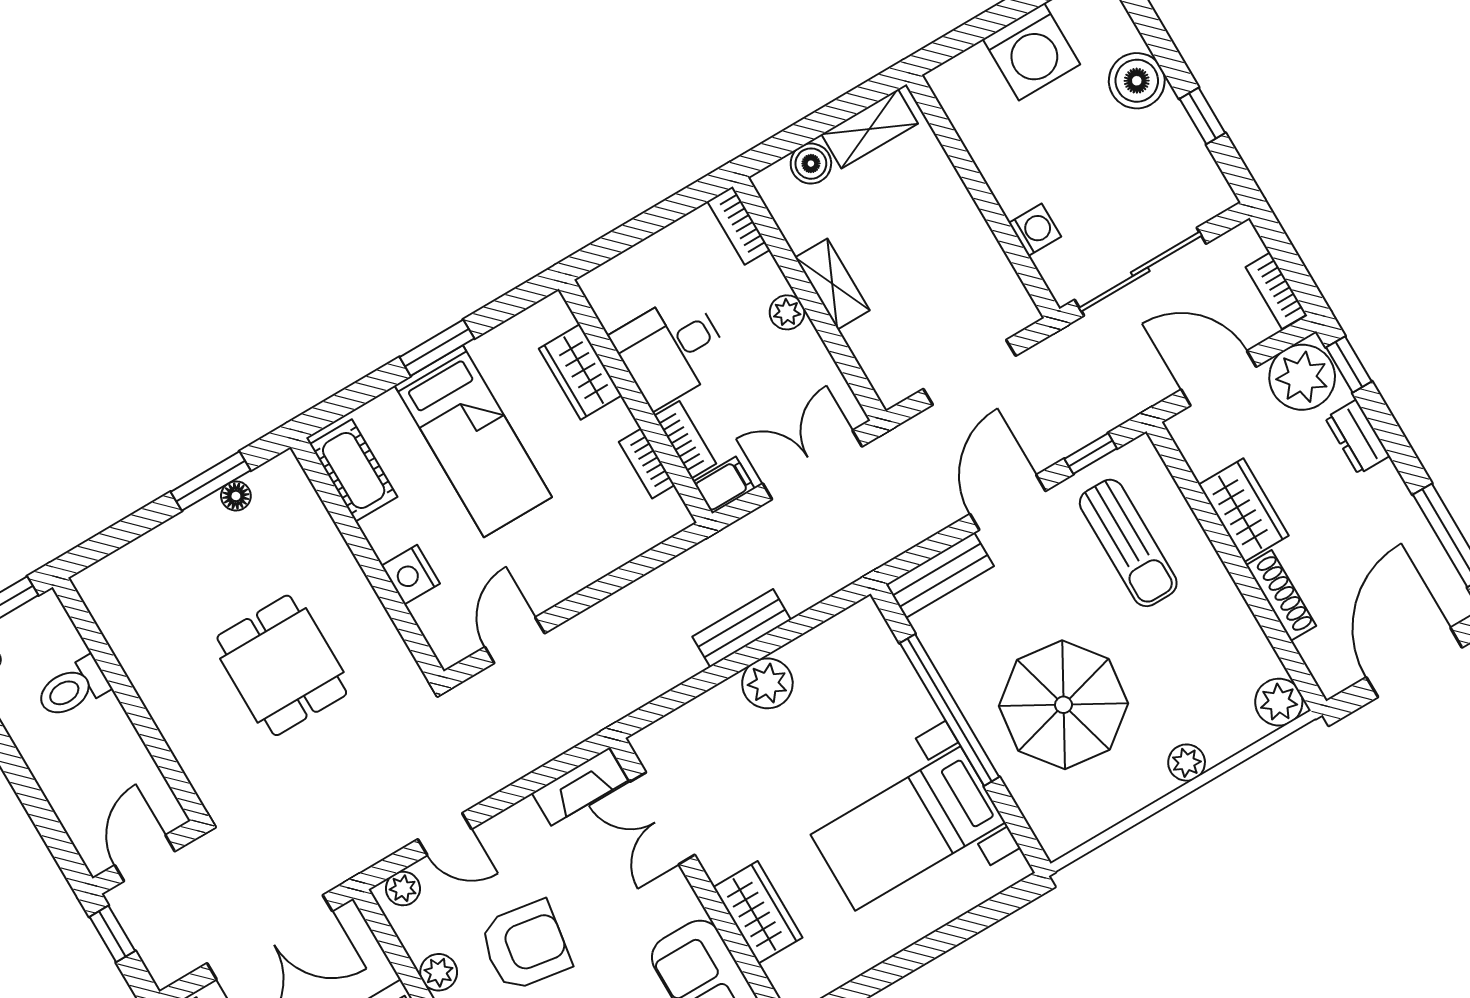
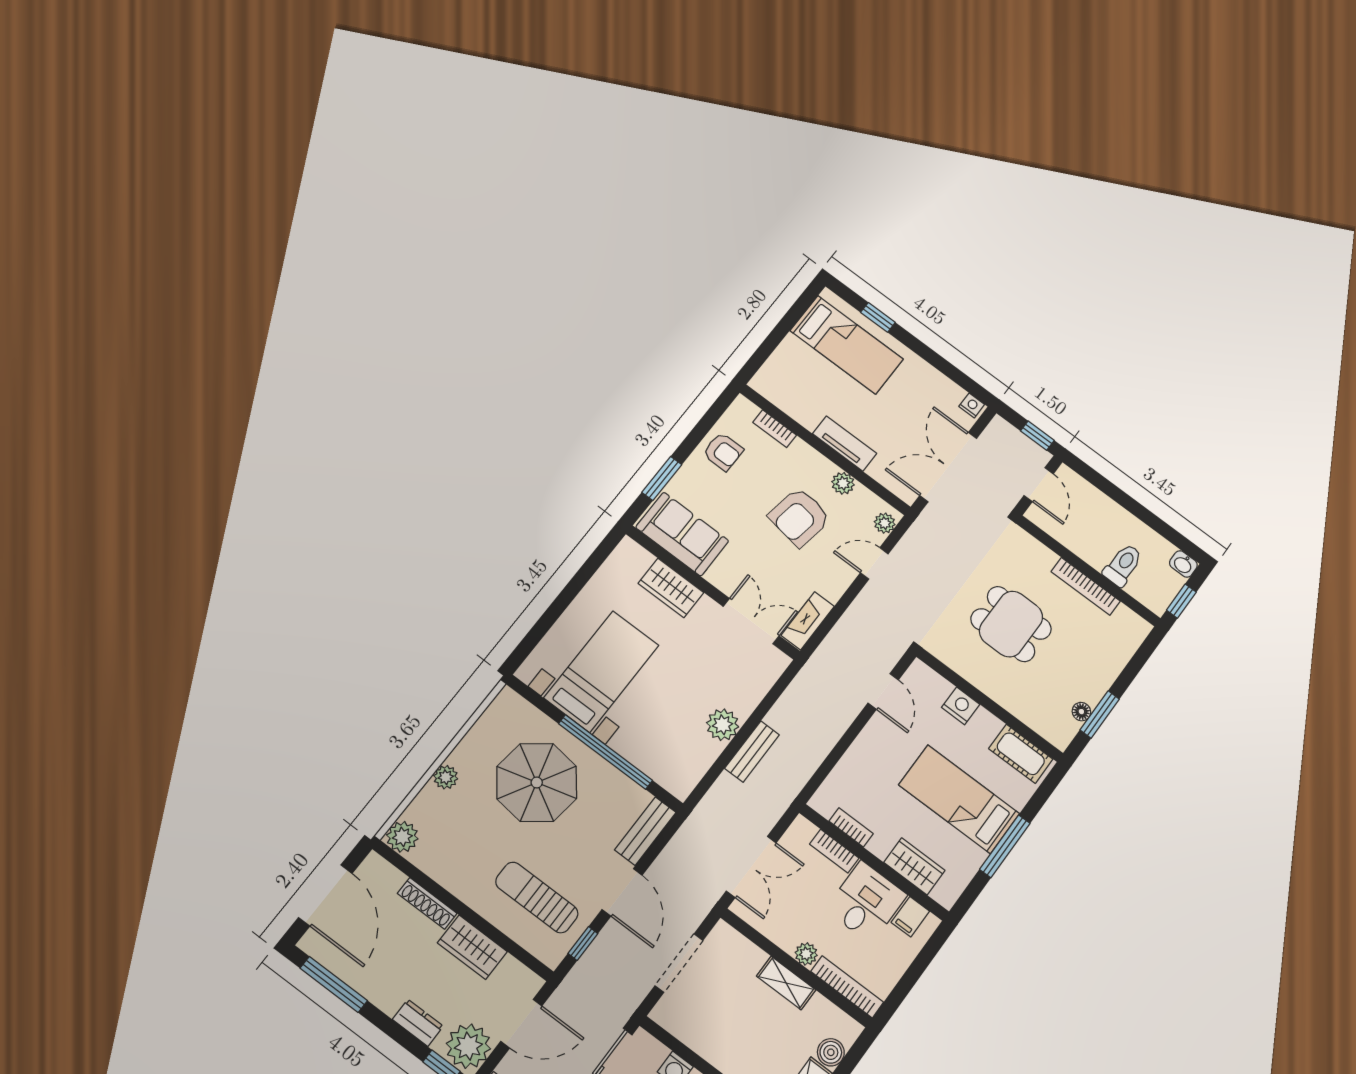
bookcase: (739, 226) -> (847, 987), width x1.56
window: (437, 348) -> (1005, 846), width x1.44
filing cabinet: (724, 485) -> (910, 917), moved
bookcase: (144, 678) -> (1086, 586), added

